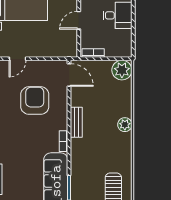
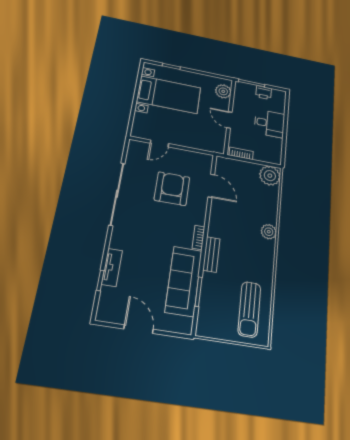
door: (79, 20) -> (229, 120), hinge flipped
door: (69, 75) -> (211, 186), moved
bench: (76, 122) -> (211, 254), moved

